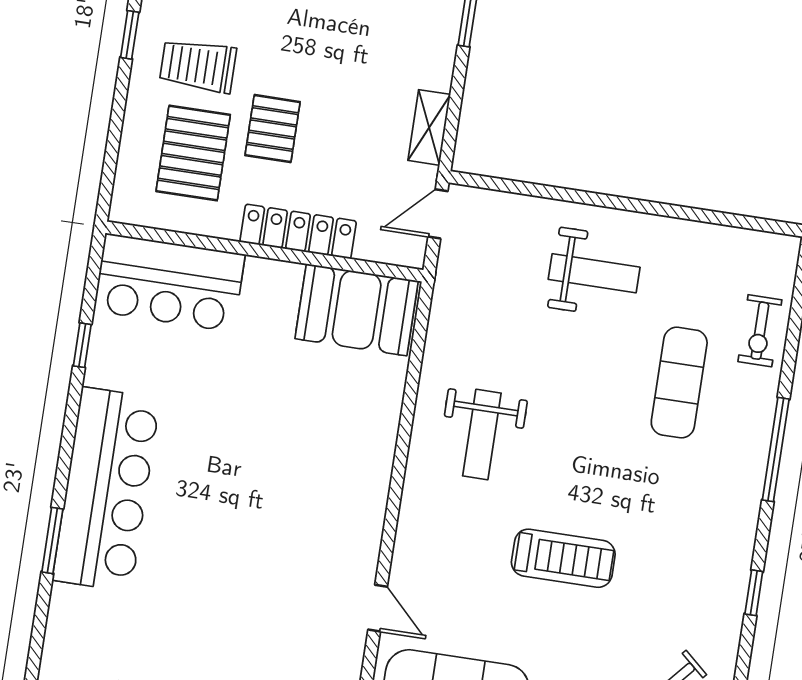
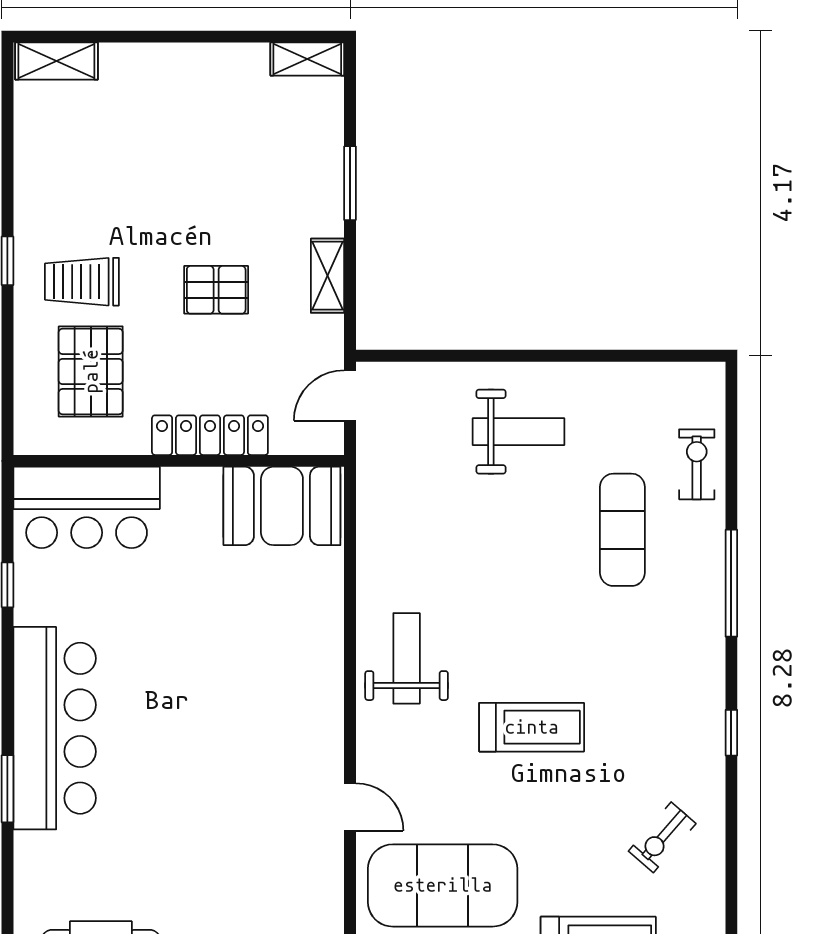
shelving: (429, 127) -> (327, 276), moved
pallet: (273, 129) -> (216, 290), moved, turned 90
exercise bike: (760, 331) -> (697, 464), turned 180
weight bench: (482, 434) -> (407, 658), moved, turned 180

